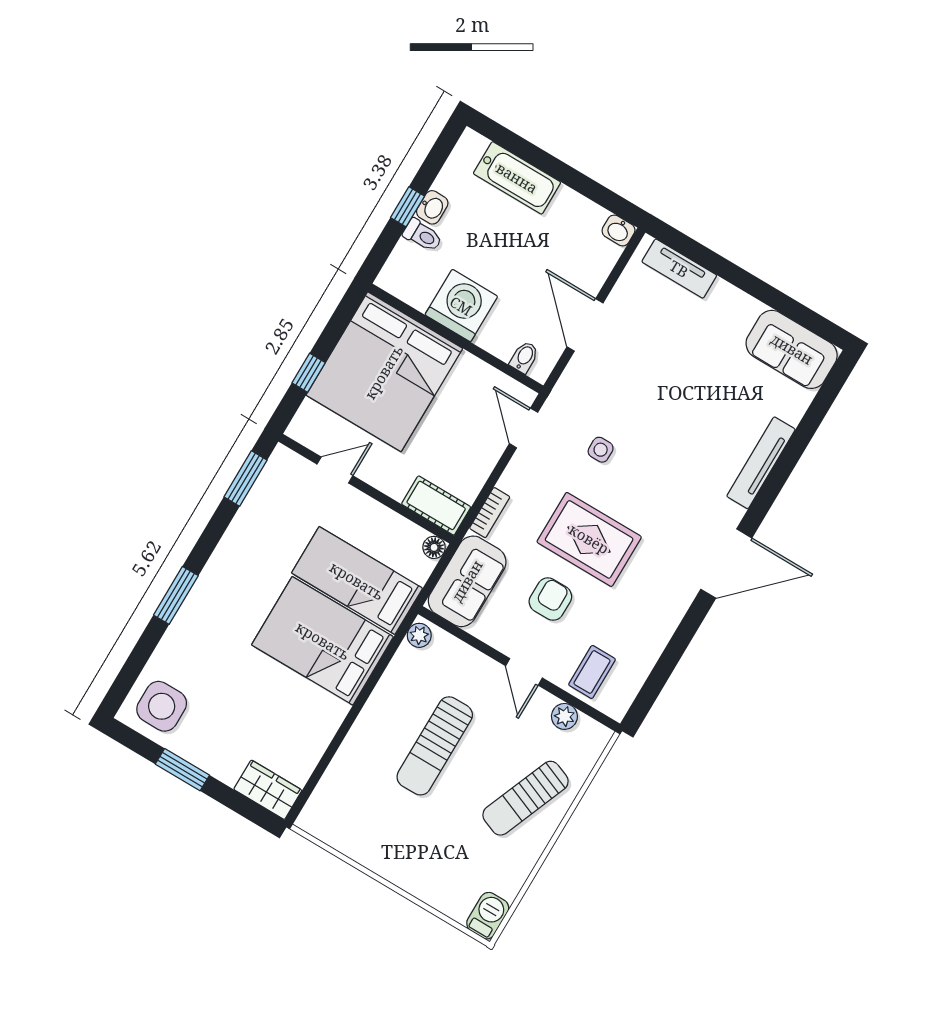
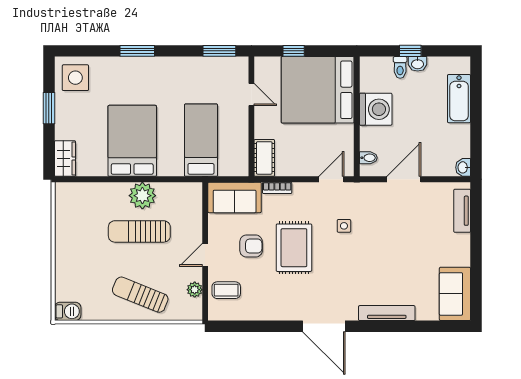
floor lamp: (434, 547) -> (242, 170), removed
plant: (419, 635) -> (142, 196), moved, width x1.88, depth x1.88
bed: (323, 641) -> (132, 141), moved

